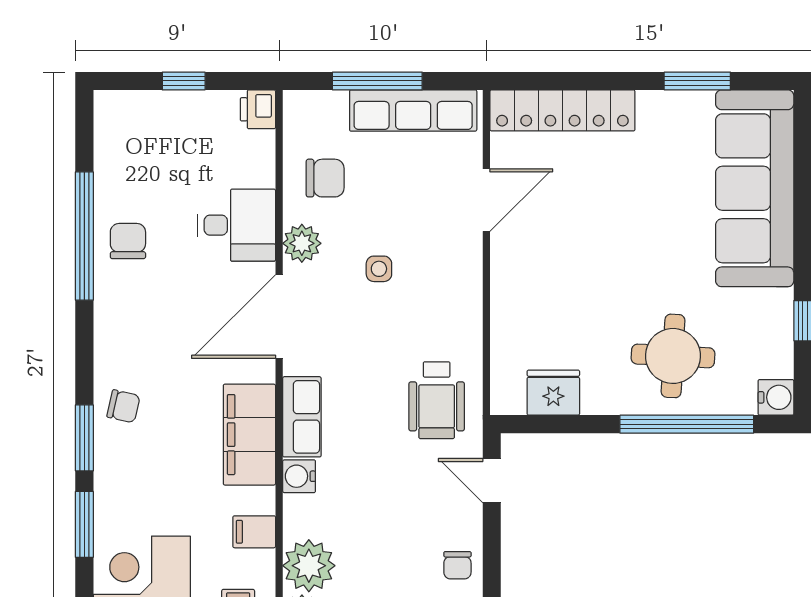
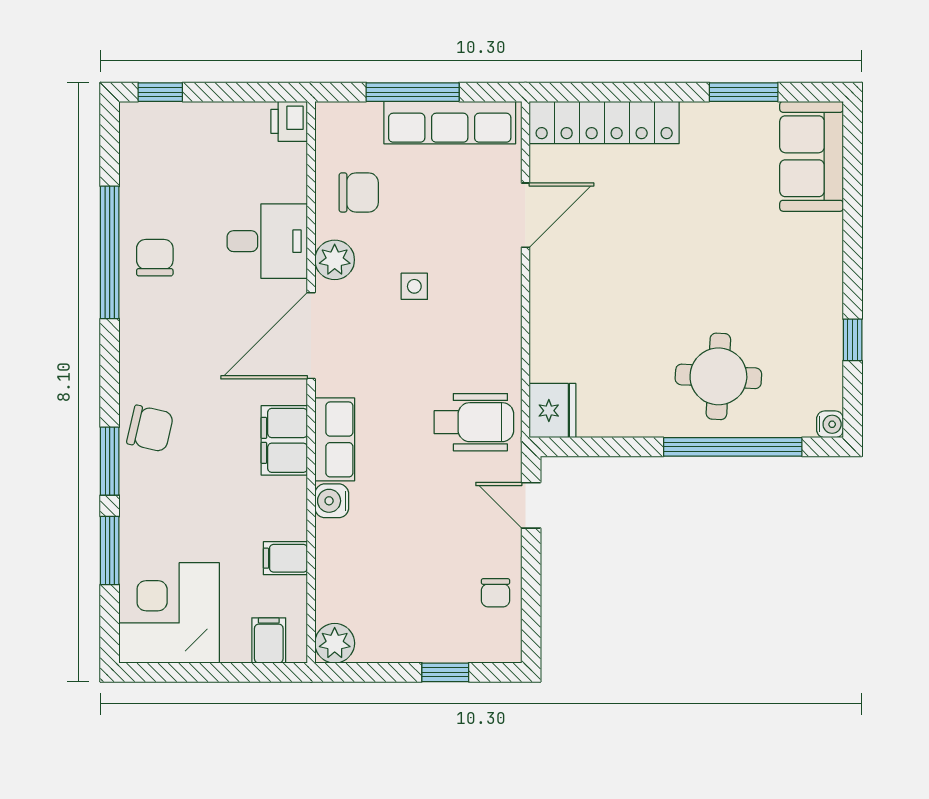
window: (184, 81) -> (160, 92), moved
sofa: (755, 188) -> (812, 156), width x0.54, depth x0.79
fridge: (553, 393) -> (552, 411), moved, turned 90
water cooler: (776, 397) -> (830, 424), width x0.72, depth x0.72
wheelchair: (437, 400) -> (474, 422), turned -90
chair: (123, 406) -> (150, 428), width x1.37, depth x1.37
filing cabinet: (249, 435) -> (284, 440), width x0.67, depth x0.86
plant: (309, 566) -> (342, 593), removed

